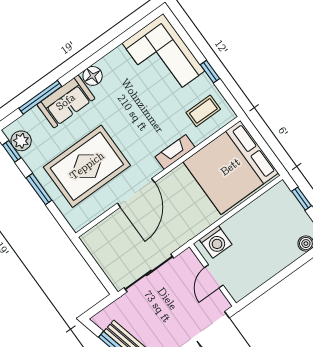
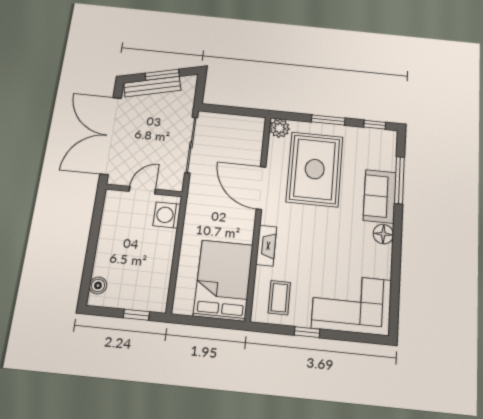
plant: (21, 141) -> (280, 128), moved
bed: (231, 167) -> (223, 280), width x0.73
door: (214, 276) -> (142, 190), hinge flipped

